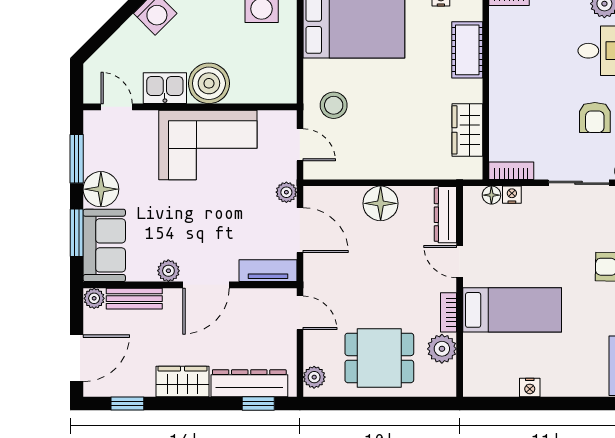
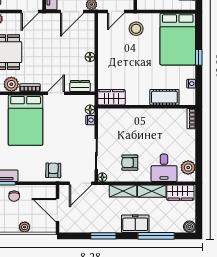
wardrobe: (467, 130) -> (111, 97), moved
bookcase: (511, 171) -> (103, 120), removed
floor lamp: (381, 203) -> (90, 57), width x0.53, depth x0.53
dresser: (445, 215) -> (80, 86), width x0.70
bed: (512, 310) -> (26, 120), width x1.50

